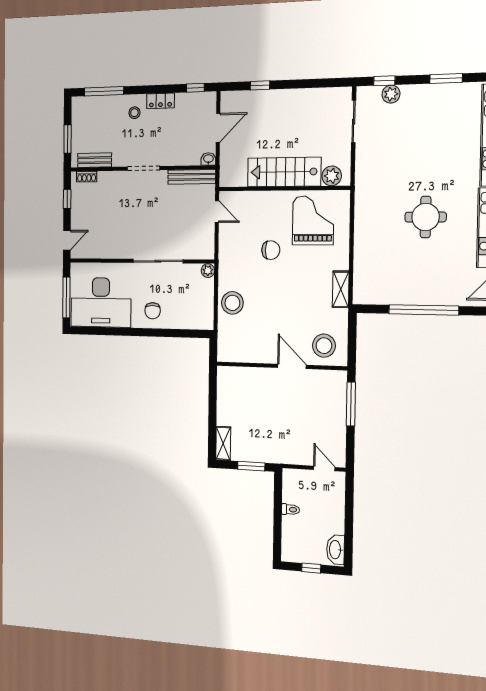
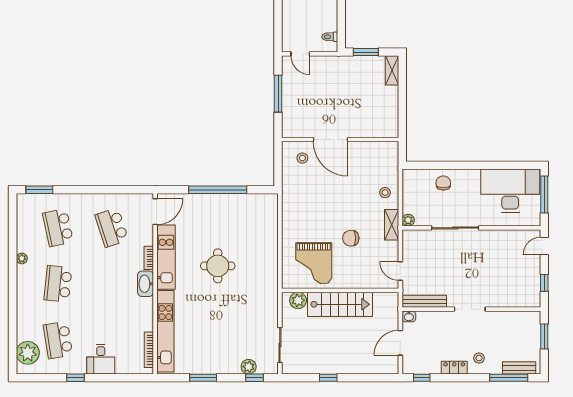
window: (260, 85) -> (328, 378), moved
bench: (95, 160) -> (519, 368), moved
shoe rack: (87, 177) -> (525, 303), removed
shelving: (341, 289) -> (392, 225), moved
stool: (232, 303) -> (385, 193), width x0.53, depth x0.53
chair: (153, 311) -> (443, 183), moved
stool: (324, 346) -> (302, 158), width x0.53, depth x0.53
door: (292, 366) -> (330, 139), width x1.36
window: (351, 404) -> (278, 94), moved
toilet: (290, 509) -> (330, 37), moved

